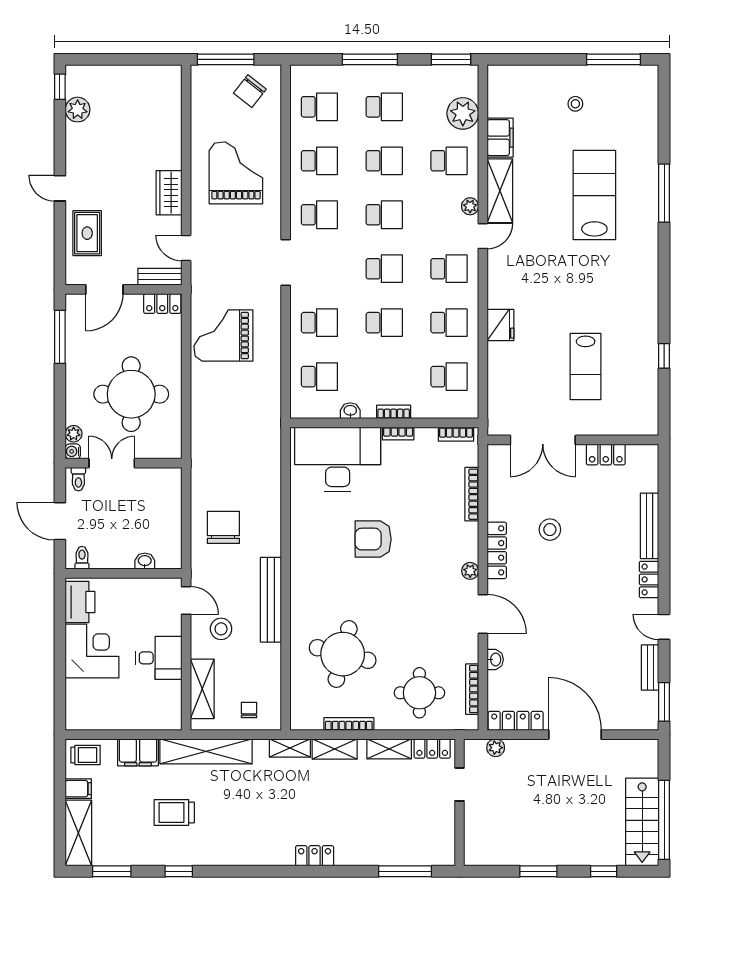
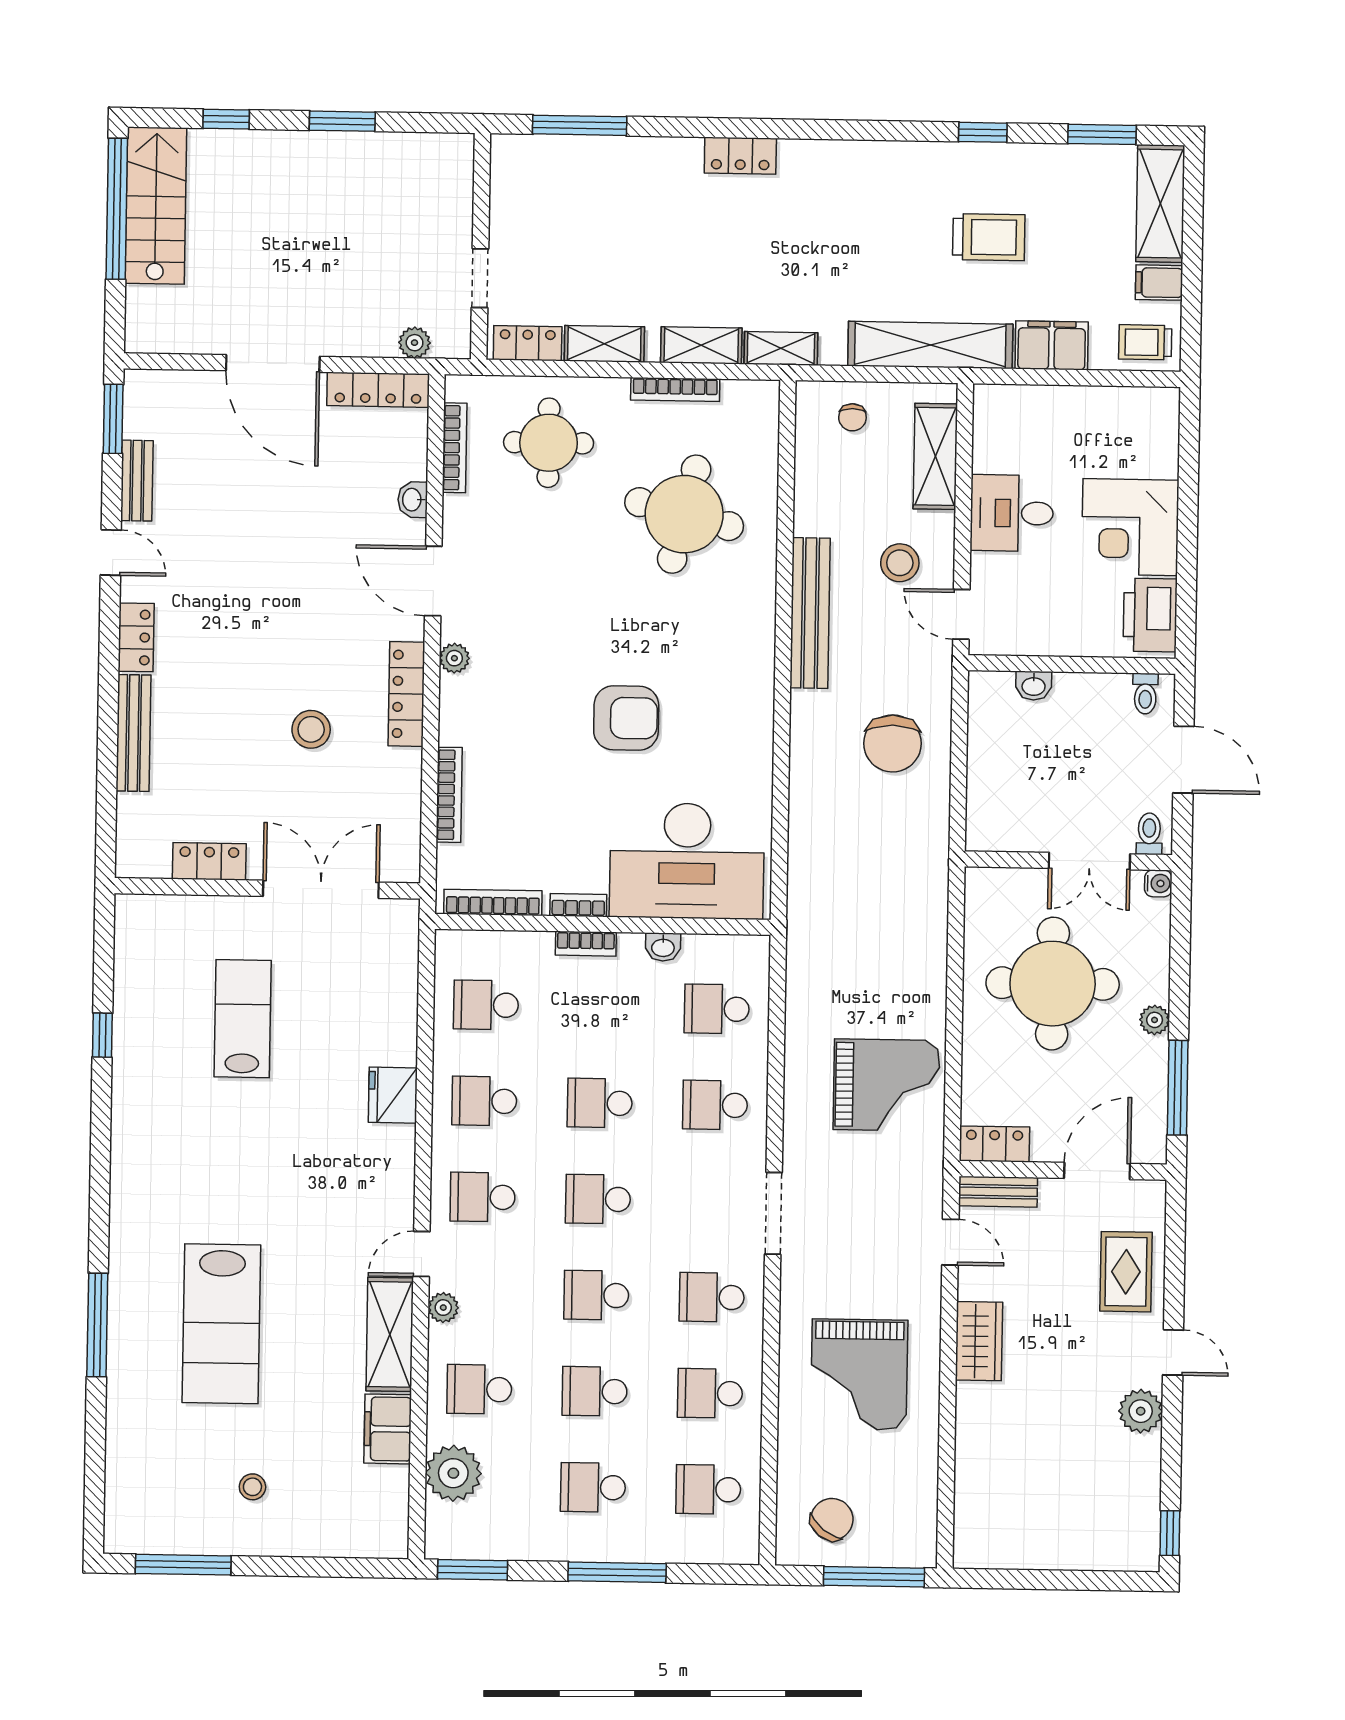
plant: (78, 110) -> (1141, 1411), moved
plant: (74, 434) -> (1155, 1020), moved
bookcase: (456, 434) -> (493, 902), width x1.56

